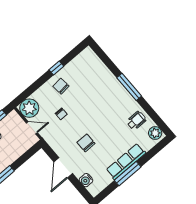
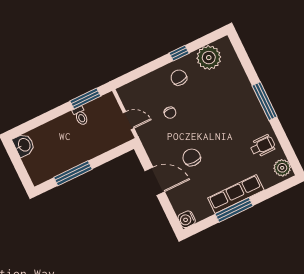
plant: (29, 108) -> (209, 58), moved
door: (63, 168) -> (155, 181), swing flipped
water cooler: (86, 180) -> (187, 219), moved

